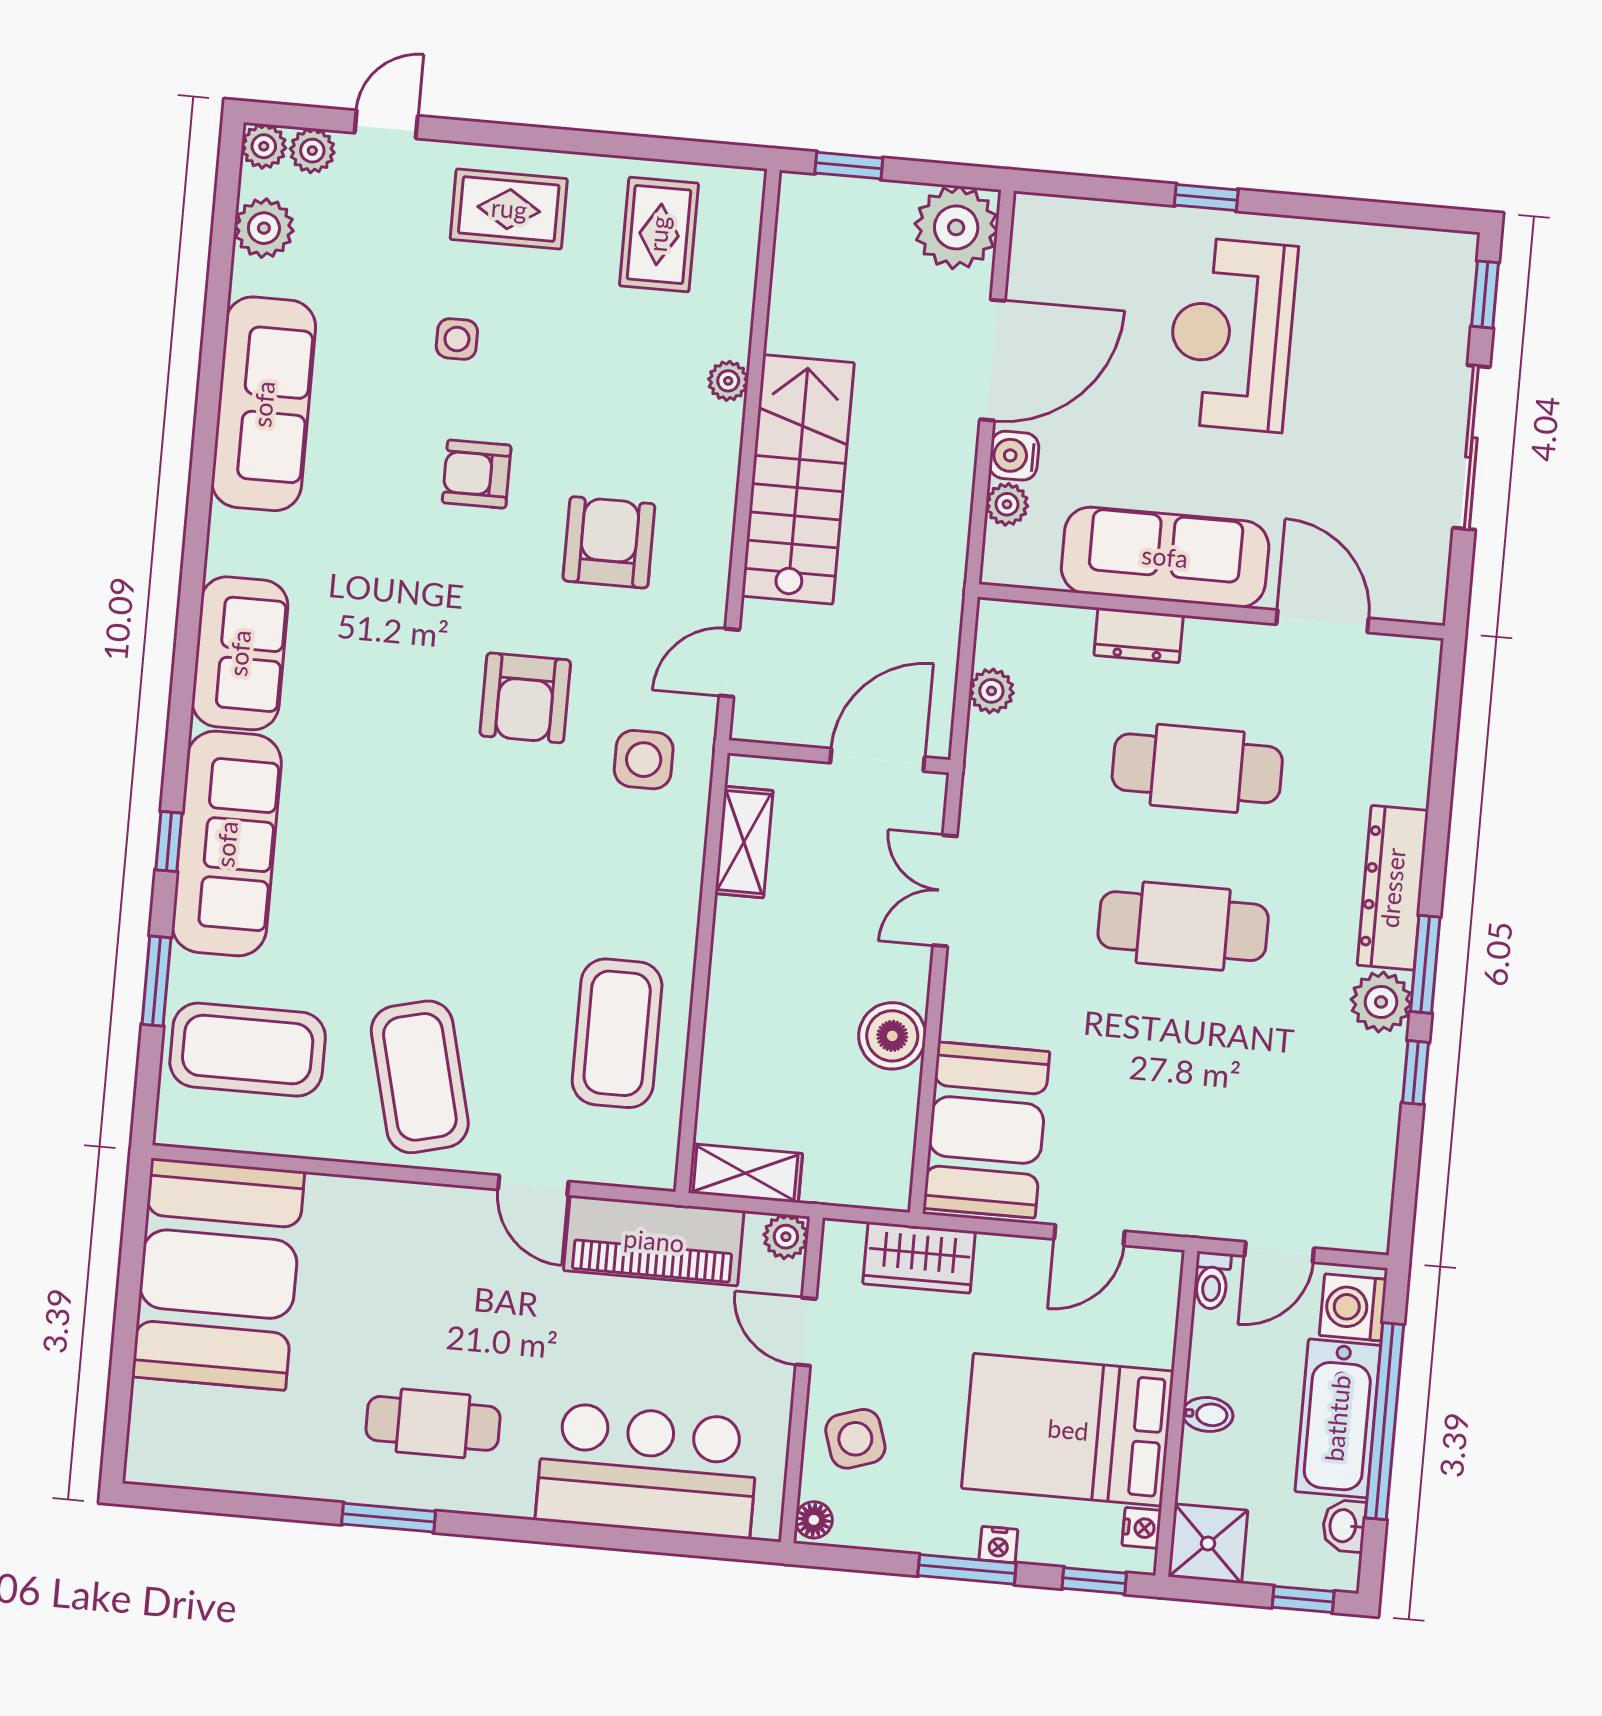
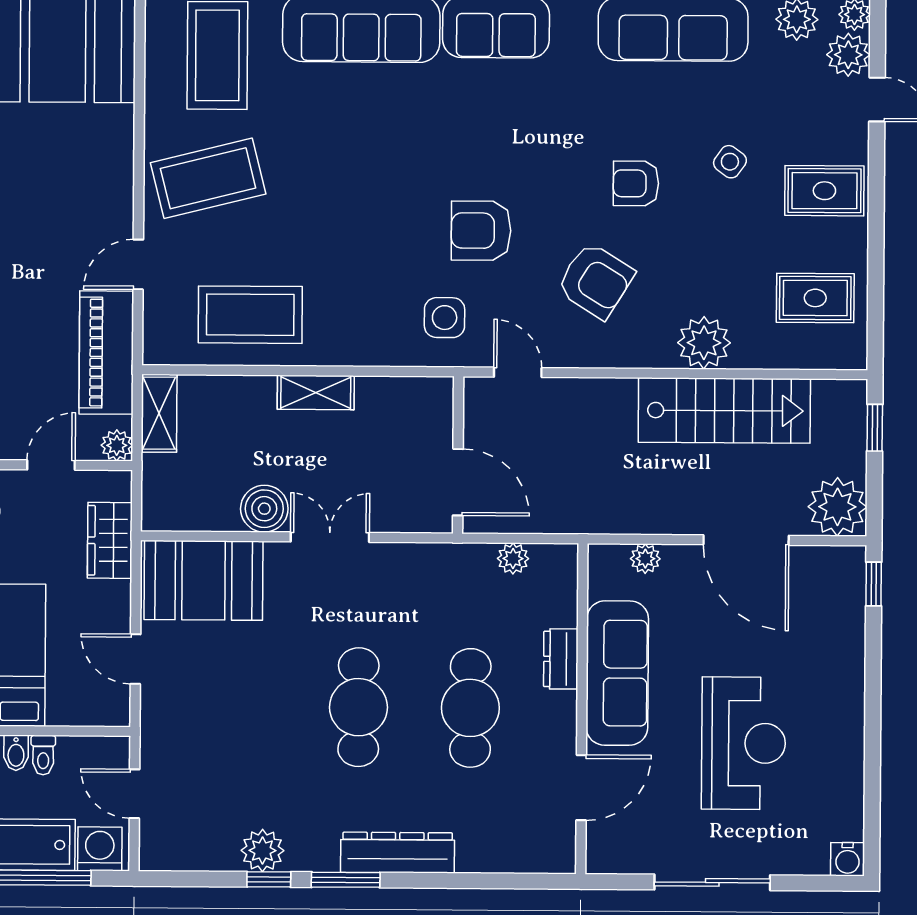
plant: (312, 151) -> (848, 55), width x1.38, depth x1.38
window: (1206, 197) -> (874, 584), moved
rug: (509, 209) -> (824, 191), turned 90
window: (1485, 294) -> (821, 883), removed
reception desk: (1232, 334) -> (744, 743), moved, turned 90
side table: (457, 339) -> (730, 162), turned 36
plant: (728, 381) -> (704, 343), width x1.88, depth x1.88
water cooler: (1014, 456) -> (848, 859), moved, turned 180
armchair: (477, 474) -> (636, 183), turned -90
stairs: (798, 479) -> (724, 411), moved
armchair: (609, 542) -> (596, 281), turned 32
shelving: (744, 842) -> (316, 392), moved
double door: (945, 891) -> (330, 537), moved
plant: (1381, 1002) -> (262, 851), moved
toilet: (1212, 1281) -> (43, 755), moved, turned -90

